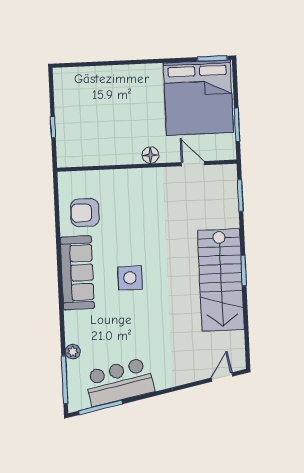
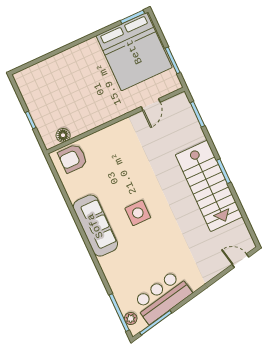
floor lamp: (150, 155) -> (63, 135), moved
door: (193, 164) -> (151, 104), swing flipped
armchair: (85, 213) -> (73, 158), moved
plant: (73, 352) -> (131, 318), moved
door: (222, 377) -> (240, 261), hinge flipped

